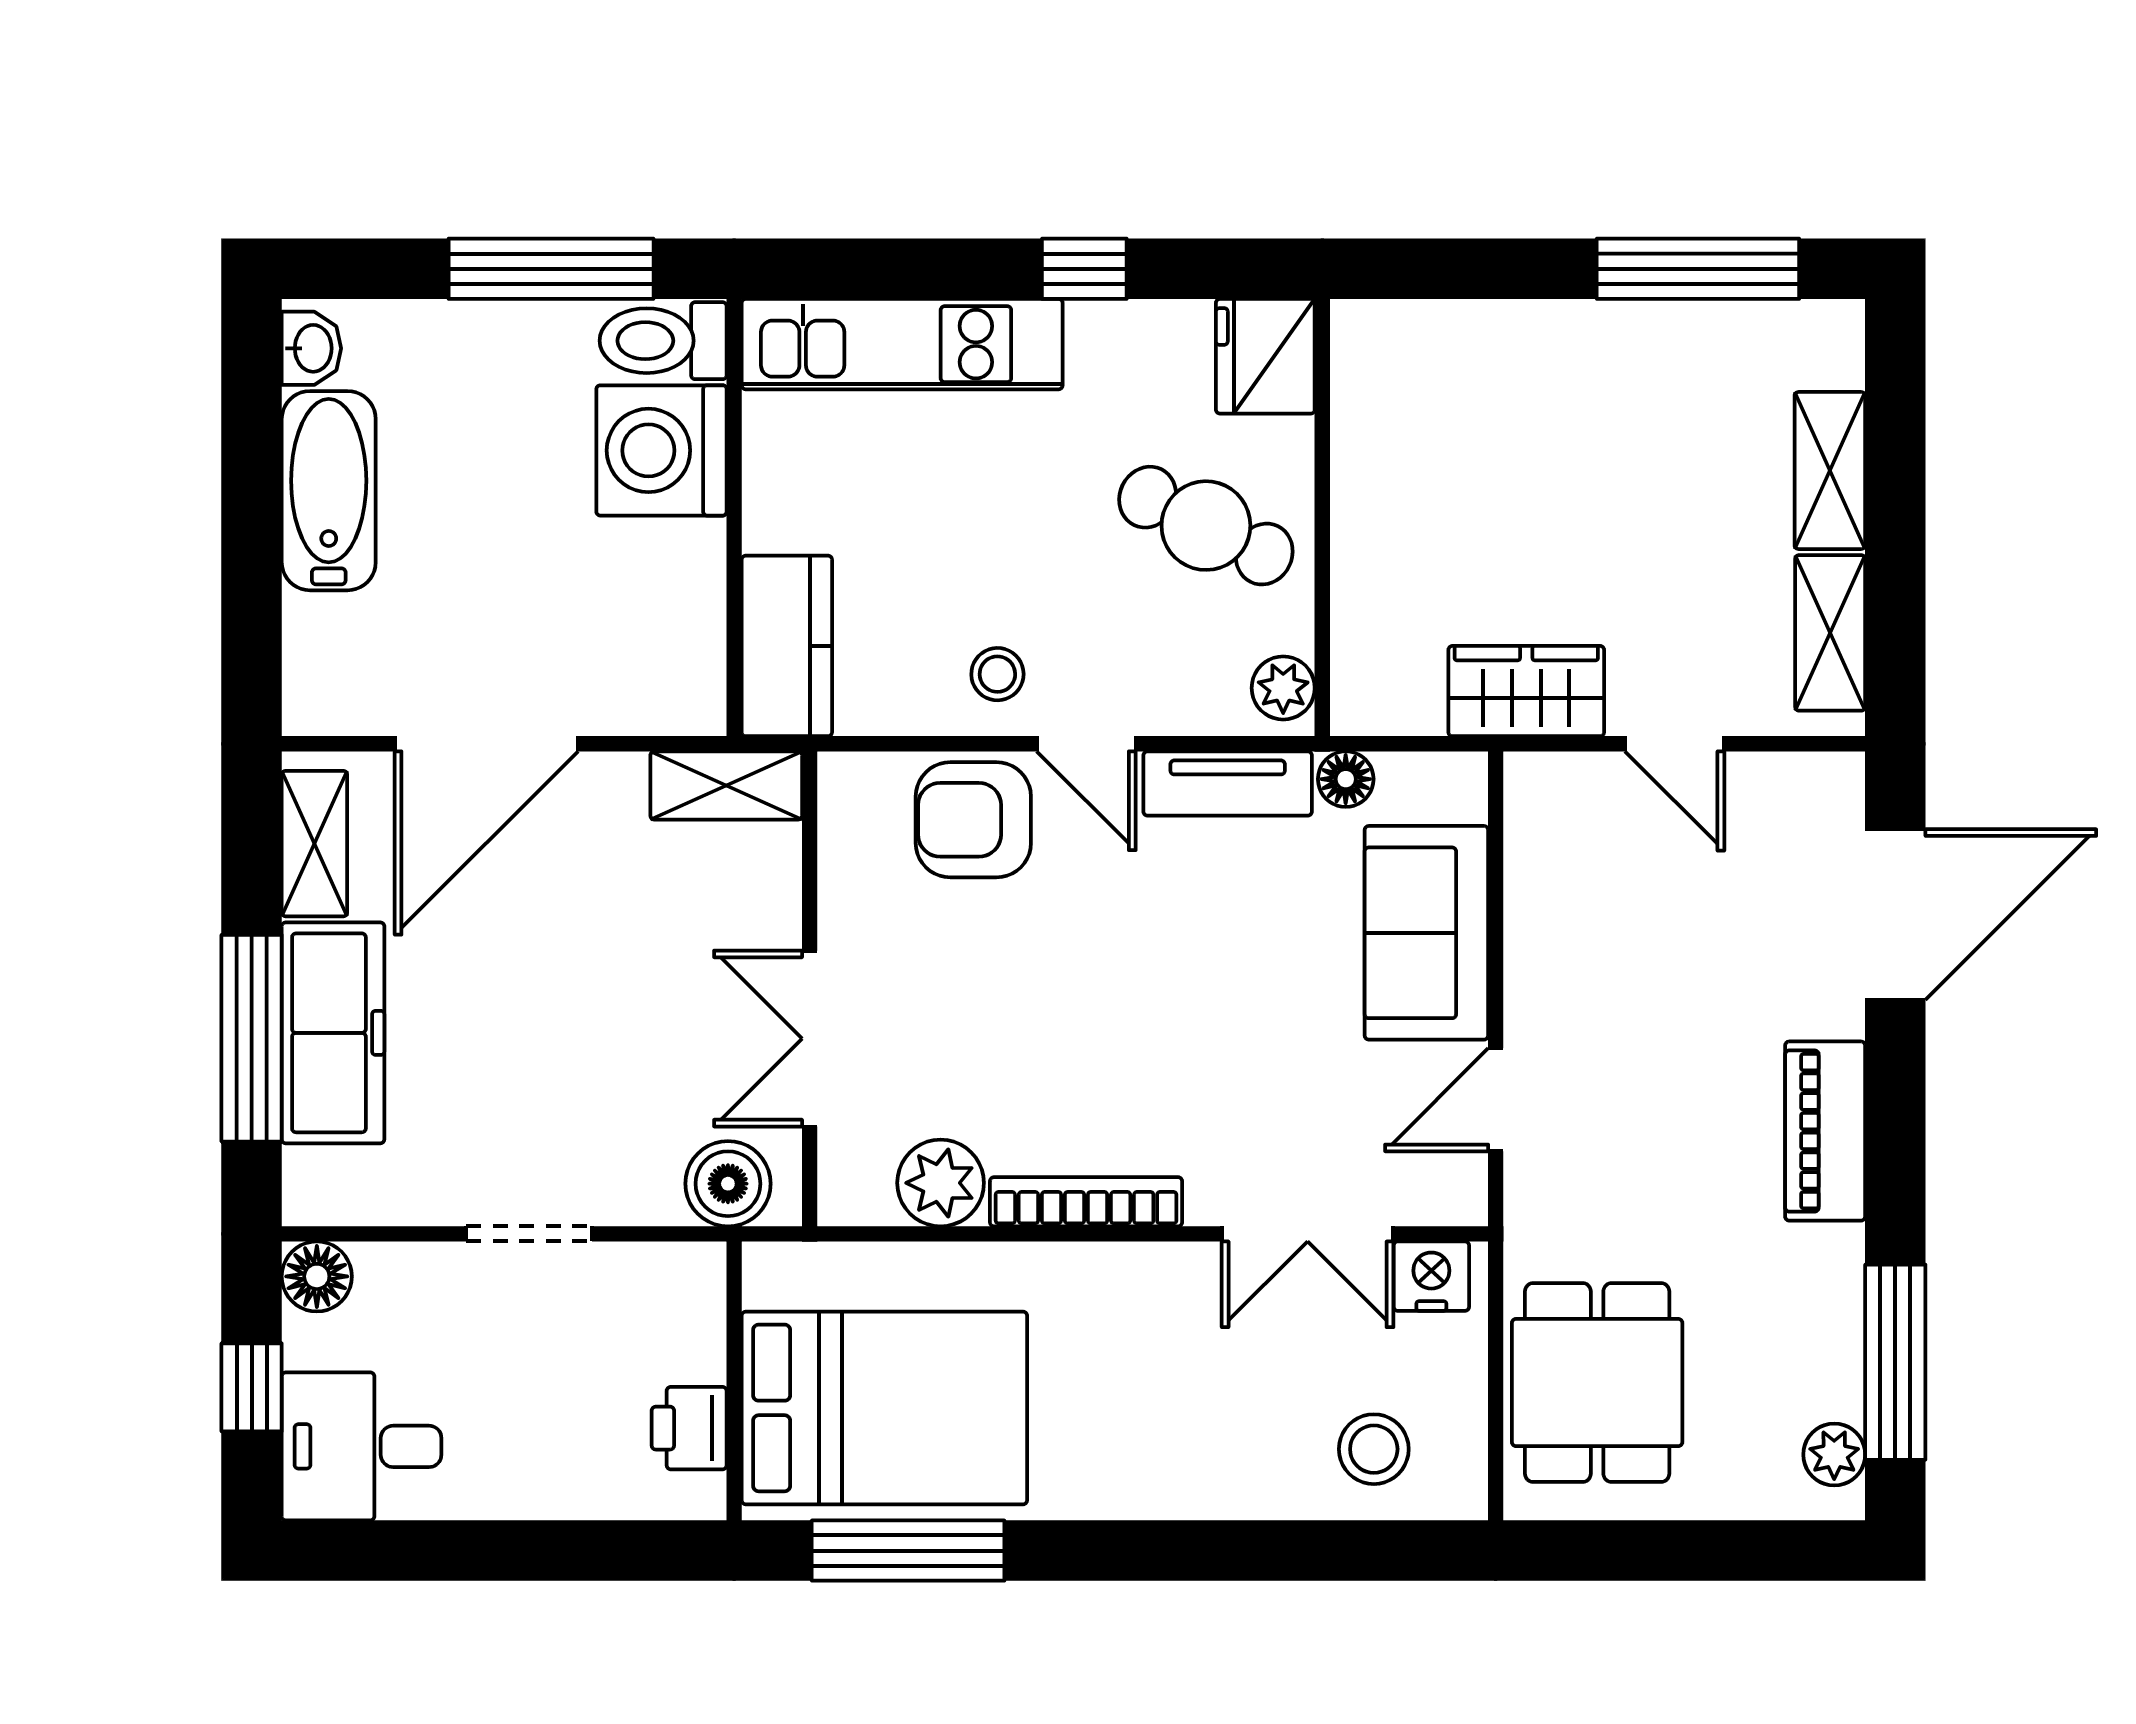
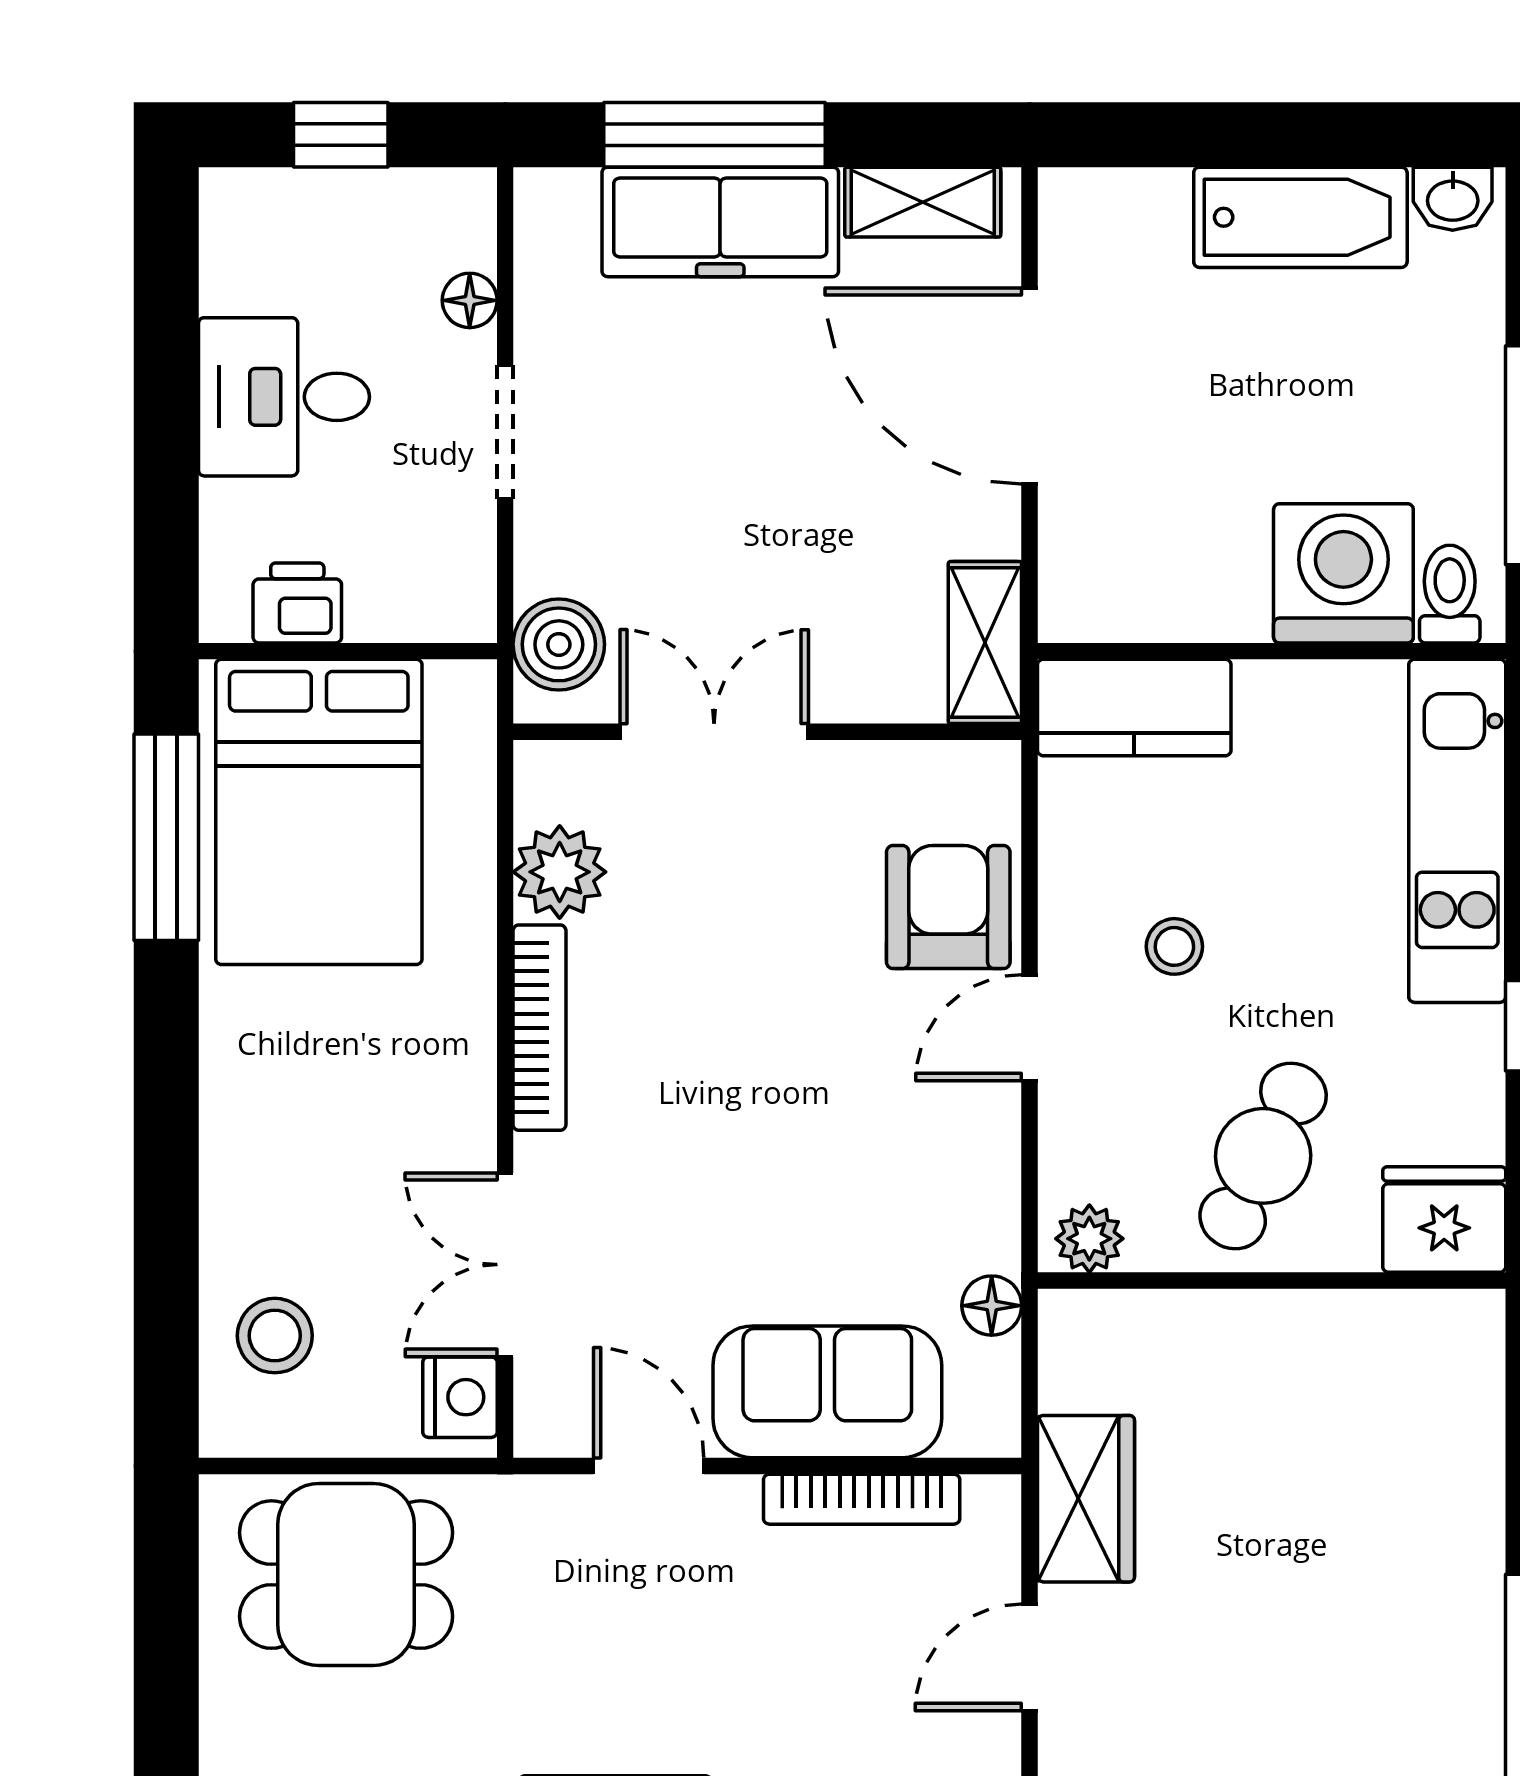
toilet: (663, 341) -> (1450, 594), width x0.73, depth x0.72
stool: (997, 674) -> (1174, 946), moved
tv unit: (1228, 783) -> (987, 1179), removed
bookcase: (1527, 901) -> (862, 1499), added
floor lamp: (317, 1276) -> (470, 300), moved, width x0.73, depth x0.73
desk: (362, 1446) -> (284, 397), moved, turned -90

